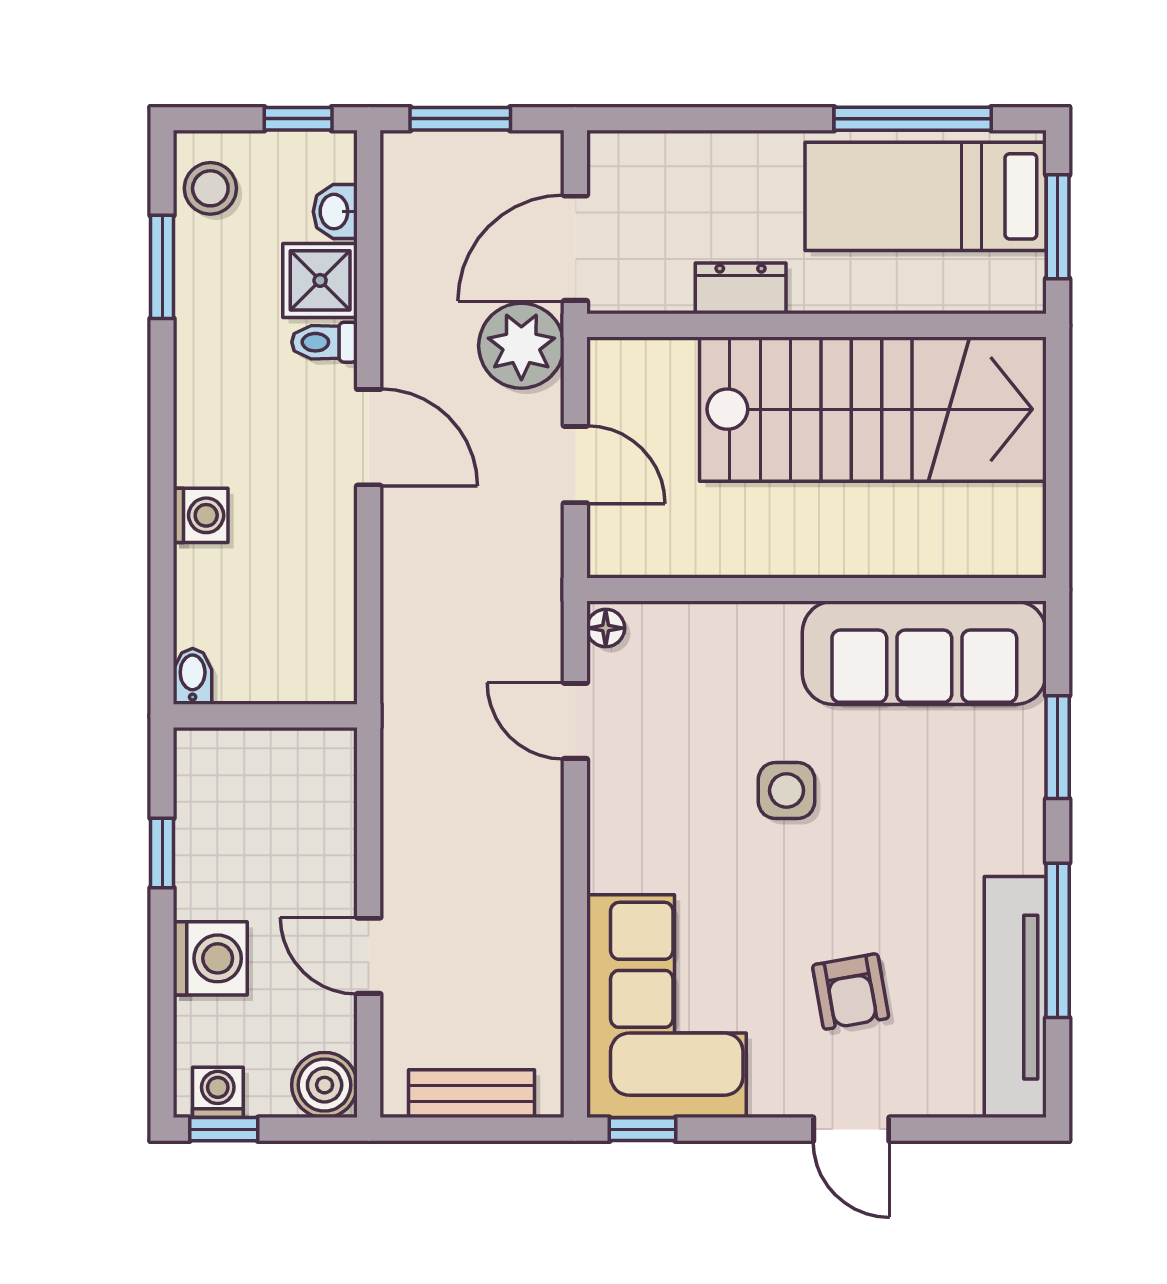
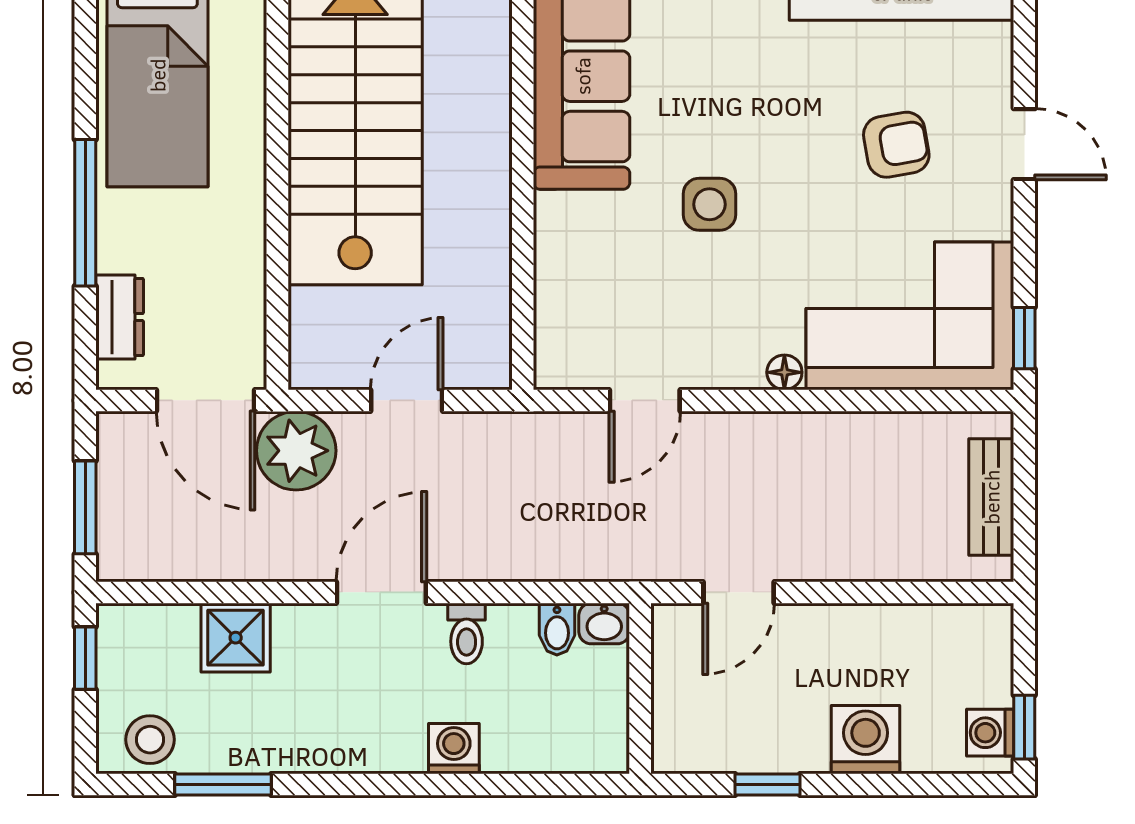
window: (913, 119) -> (85, 213), moved
washbasin: (335, 212) -> (604, 624), moved
dresser: (741, 288) -> (120, 317), moved, turned 180
toilet: (325, 342) -> (467, 634), moved
floor lamp: (606, 628) -> (784, 372), moved
bidet: (193, 676) -> (557, 629), moved, turned -90
door: (369, 956) -> (739, 592), moved
boiler: (325, 1085) -> (983, 634), removed
door: (851, 1129) -> (1024, 144), hinge flipped

